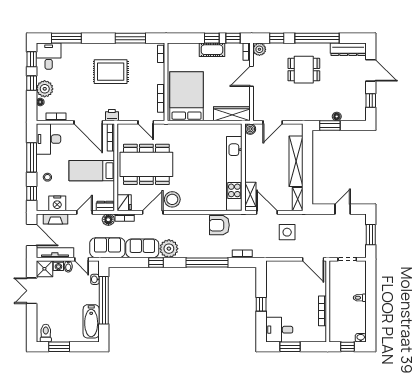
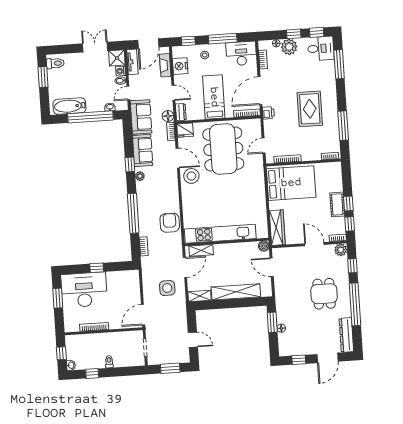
plant: (169, 249) -> (140, 176), width x0.53, depth x0.53
tv unit: (55, 253) -> (132, 62), width x0.71
window: (371, 316) -> (92, 373), added
desk: (279, 330) -> (84, 290), width x1.87, depth x1.30

